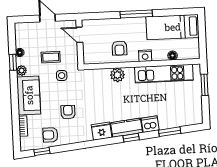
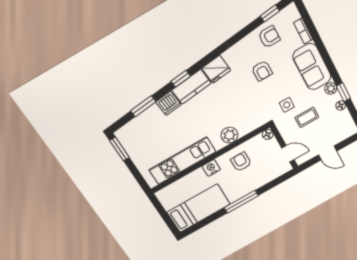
floor lamp: (173, 56) -> (268, 134), moved
window: (204, 85) -> (119, 149), moved

